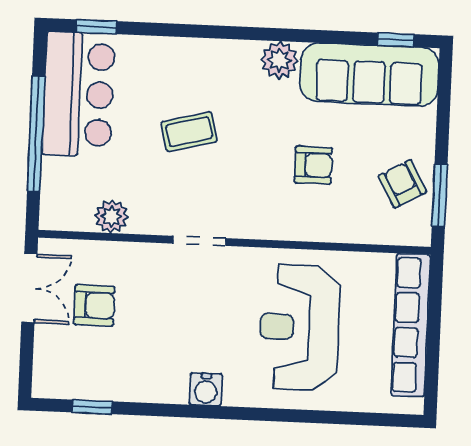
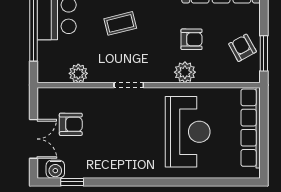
plant: (299, 222) -> (185, 72), added
double door: (29, 288) -> (33, 139), moved
reception desk: (299, 327) -> (188, 132), turned 180
water cooler: (206, 389) -> (55, 169), moved

